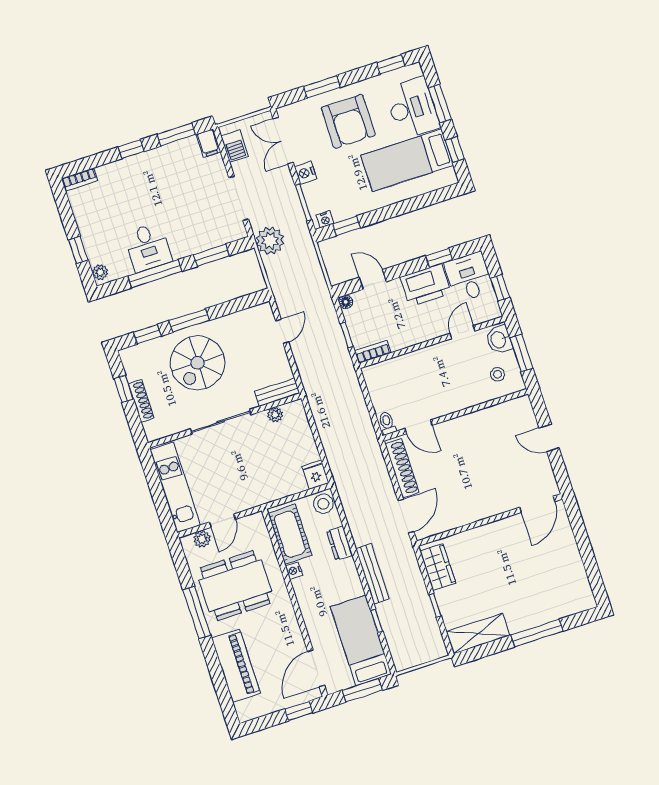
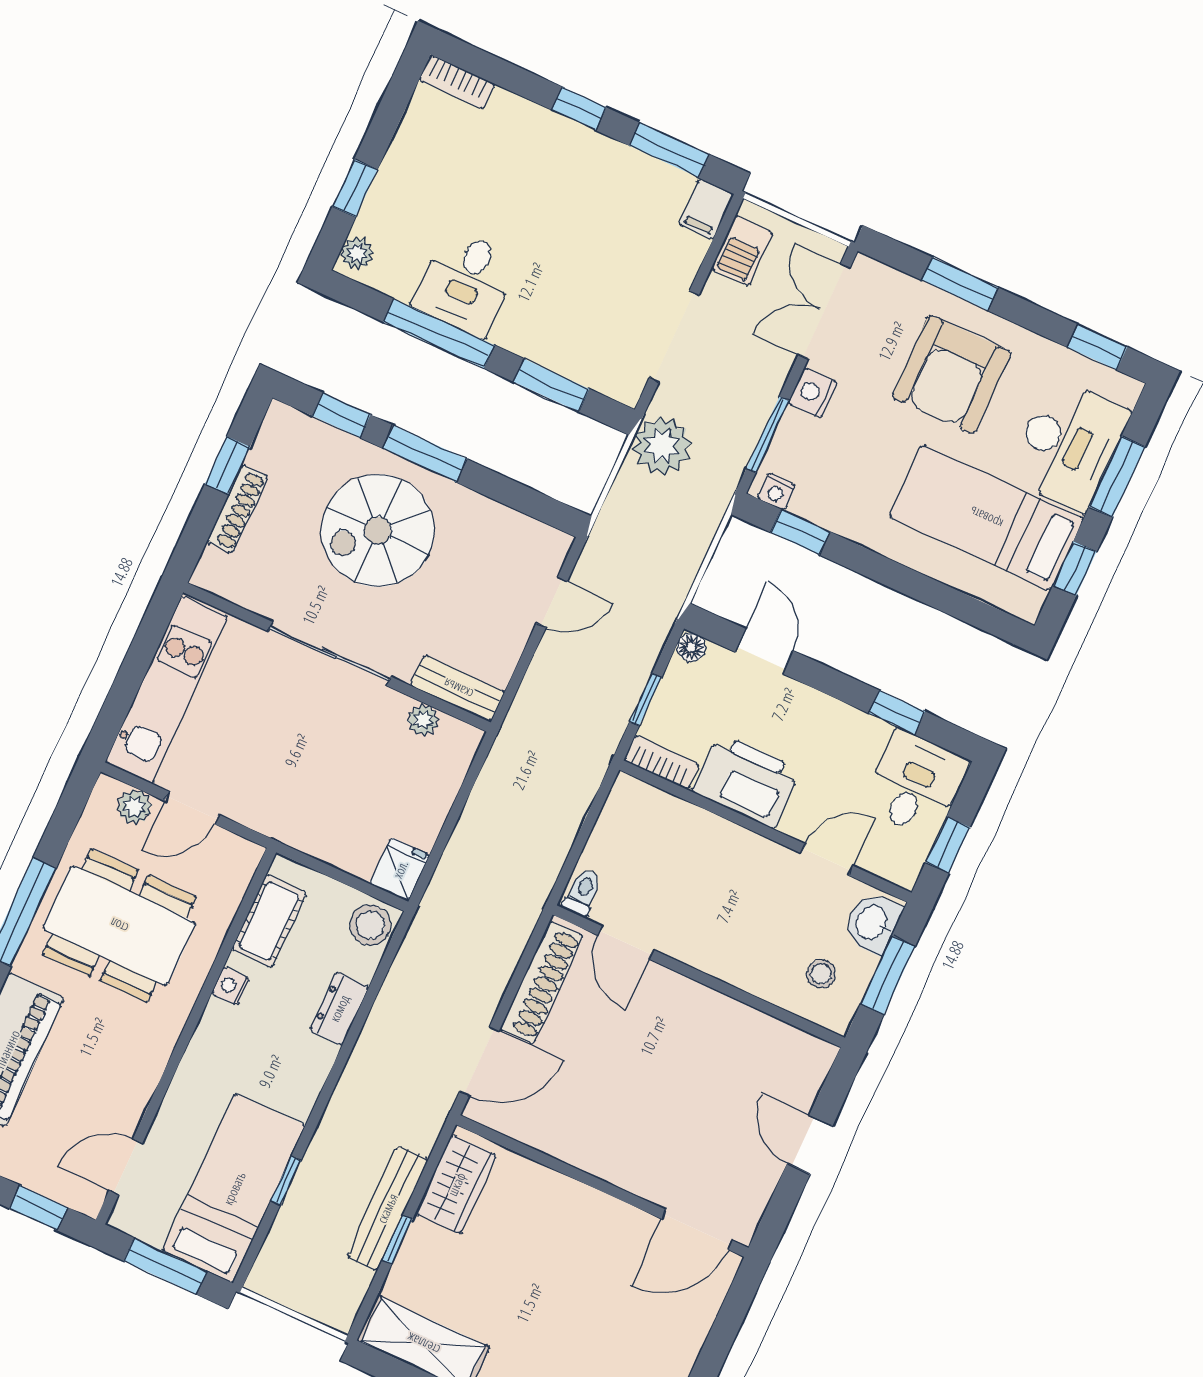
printer: (426, 285) -> (746, 781), moved, turned 180
cot: (290, 534) -> (269, 921), width x0.73, depth x0.75
bench: (372, 574) -> (387, 1208), moved
door: (316, 668) -> (126, 1167), width x0.73

